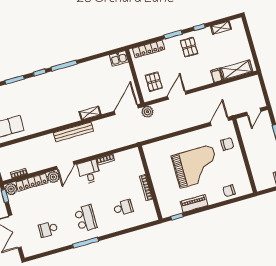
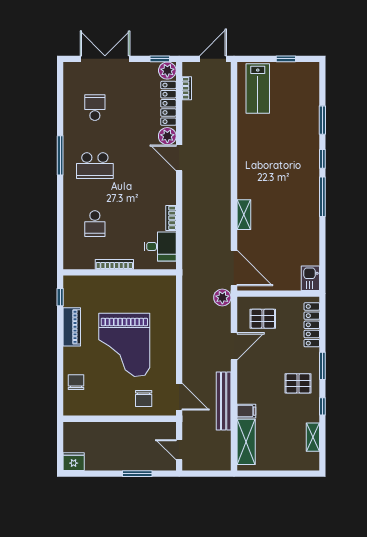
door: (177, 95) -> (234, 346), hinge flipped
bench: (74, 132) -> (224, 401), moved
desk: (89, 172) -> (160, 246), moved

